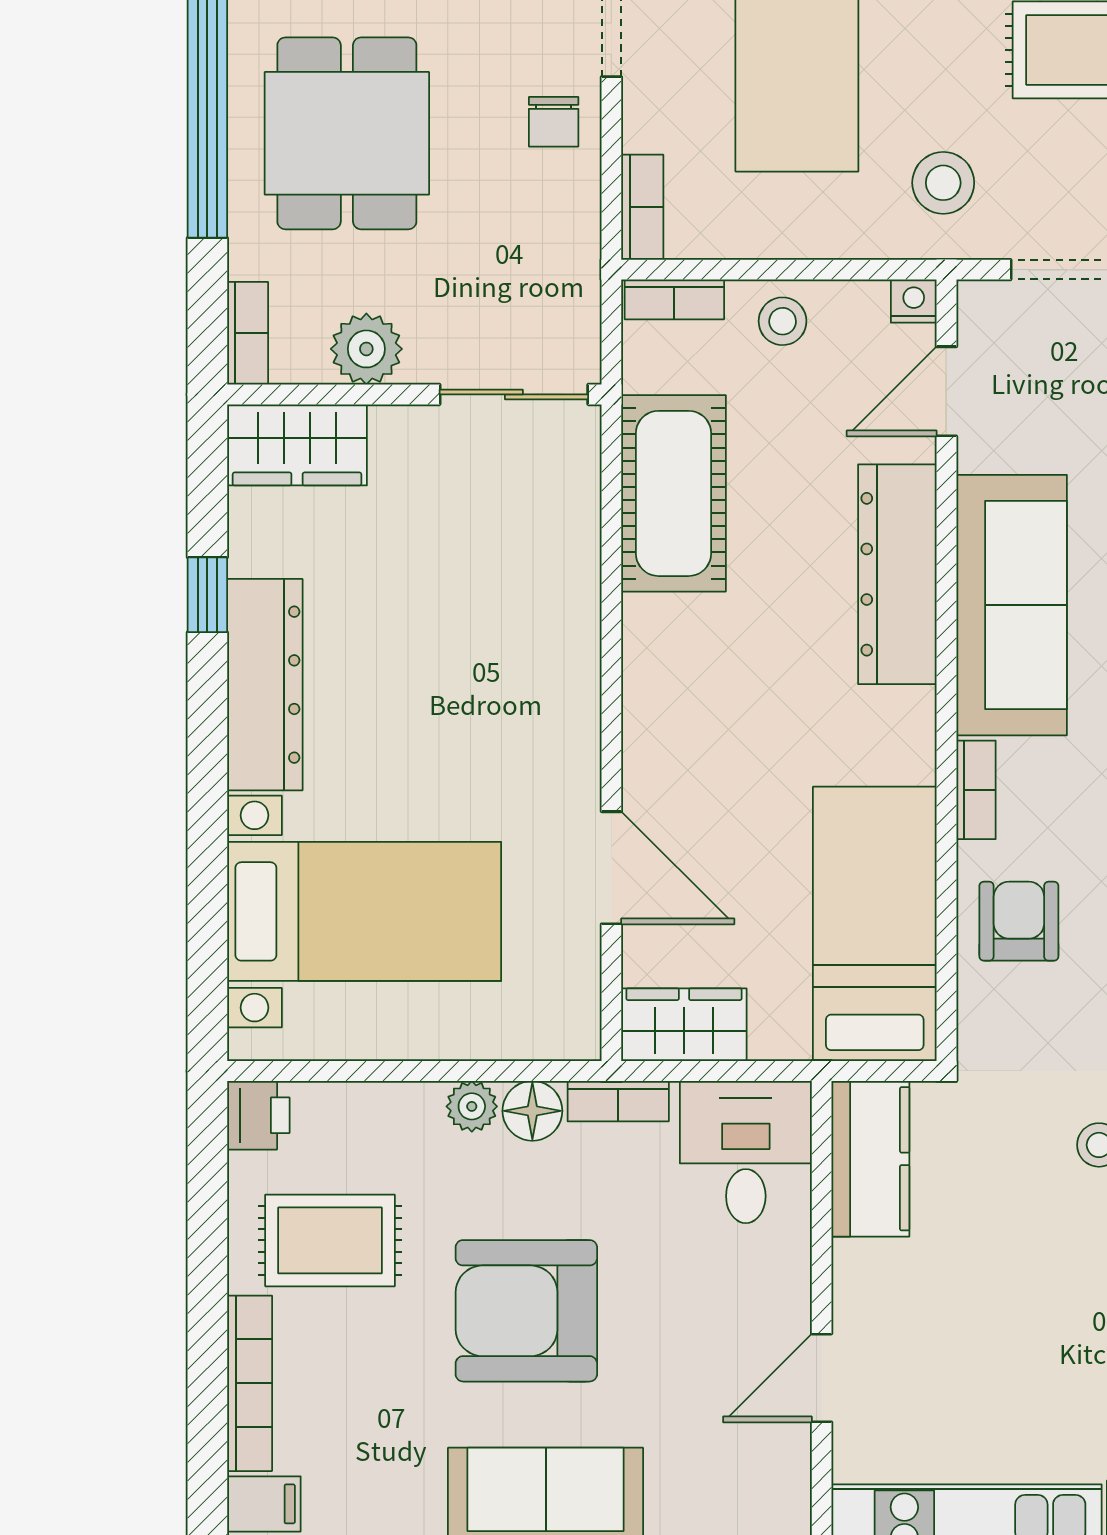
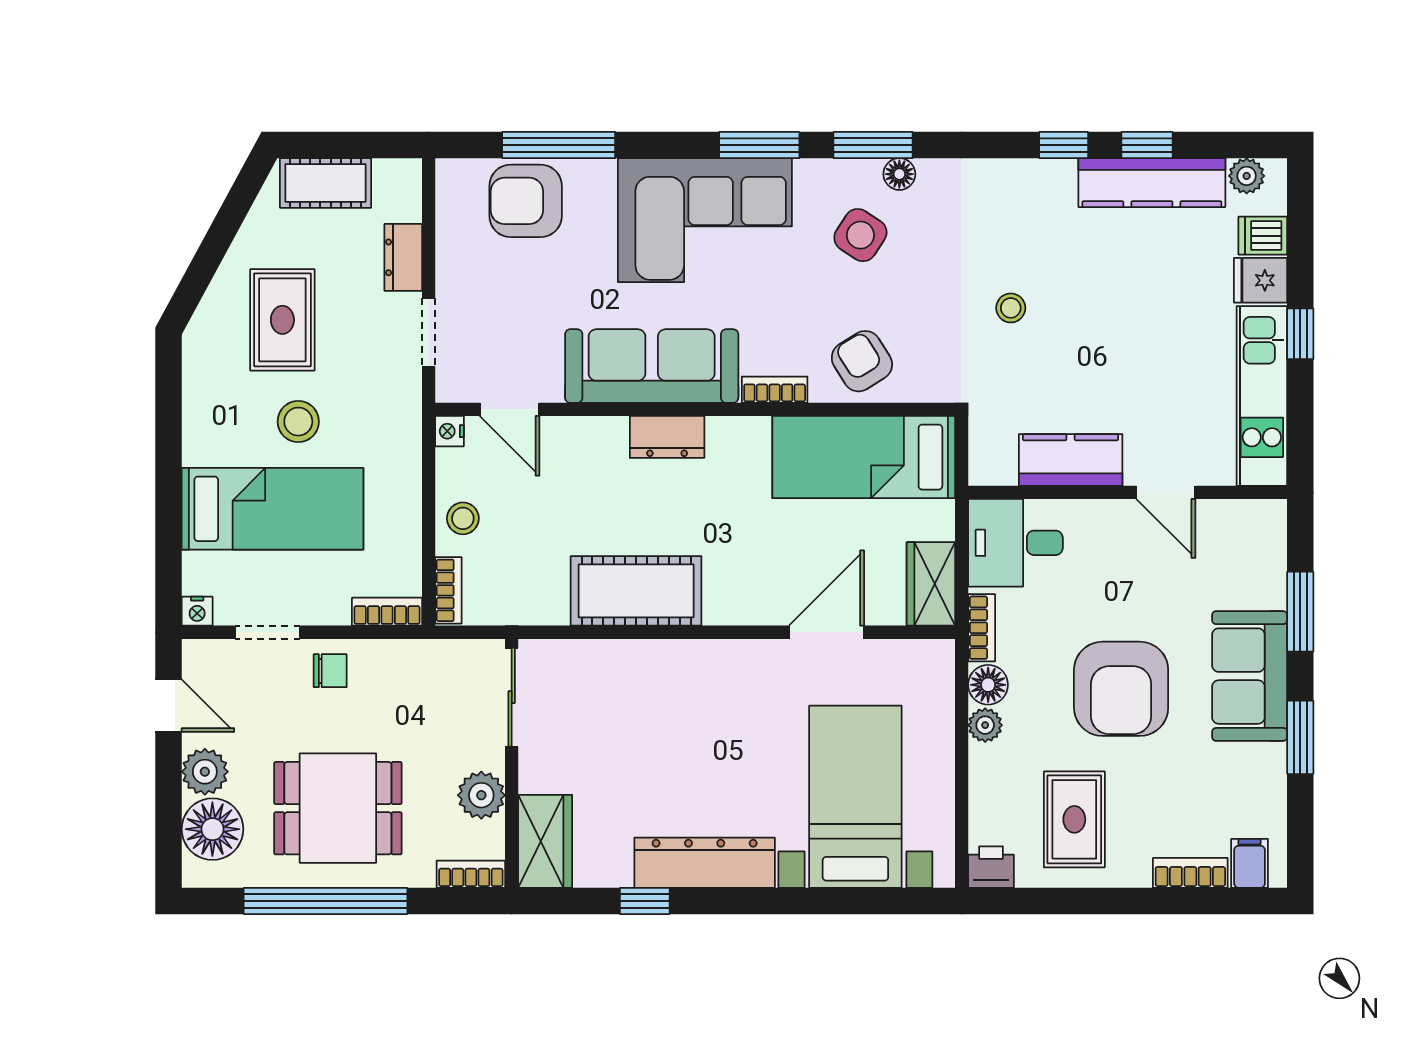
stool: (943, 183) -> (298, 422), moved
cot: (674, 493) -> (636, 591), moved
dresser: (897, 574) -> (667, 437), width x0.51, depth x0.80
armchair: (1019, 921) -> (862, 361), turned 58
kitchen counter: (870, 1159) -> (1071, 460), moved
bookcase: (250, 1383) -> (1190, 873), width x0.64

